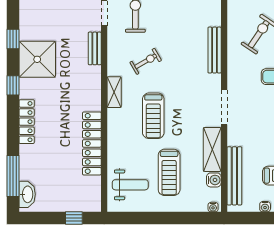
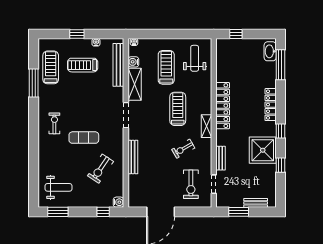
locker: (92, 143) -> (223, 106), moved
weight bench: (130, 185) -> (195, 58), turned 90

